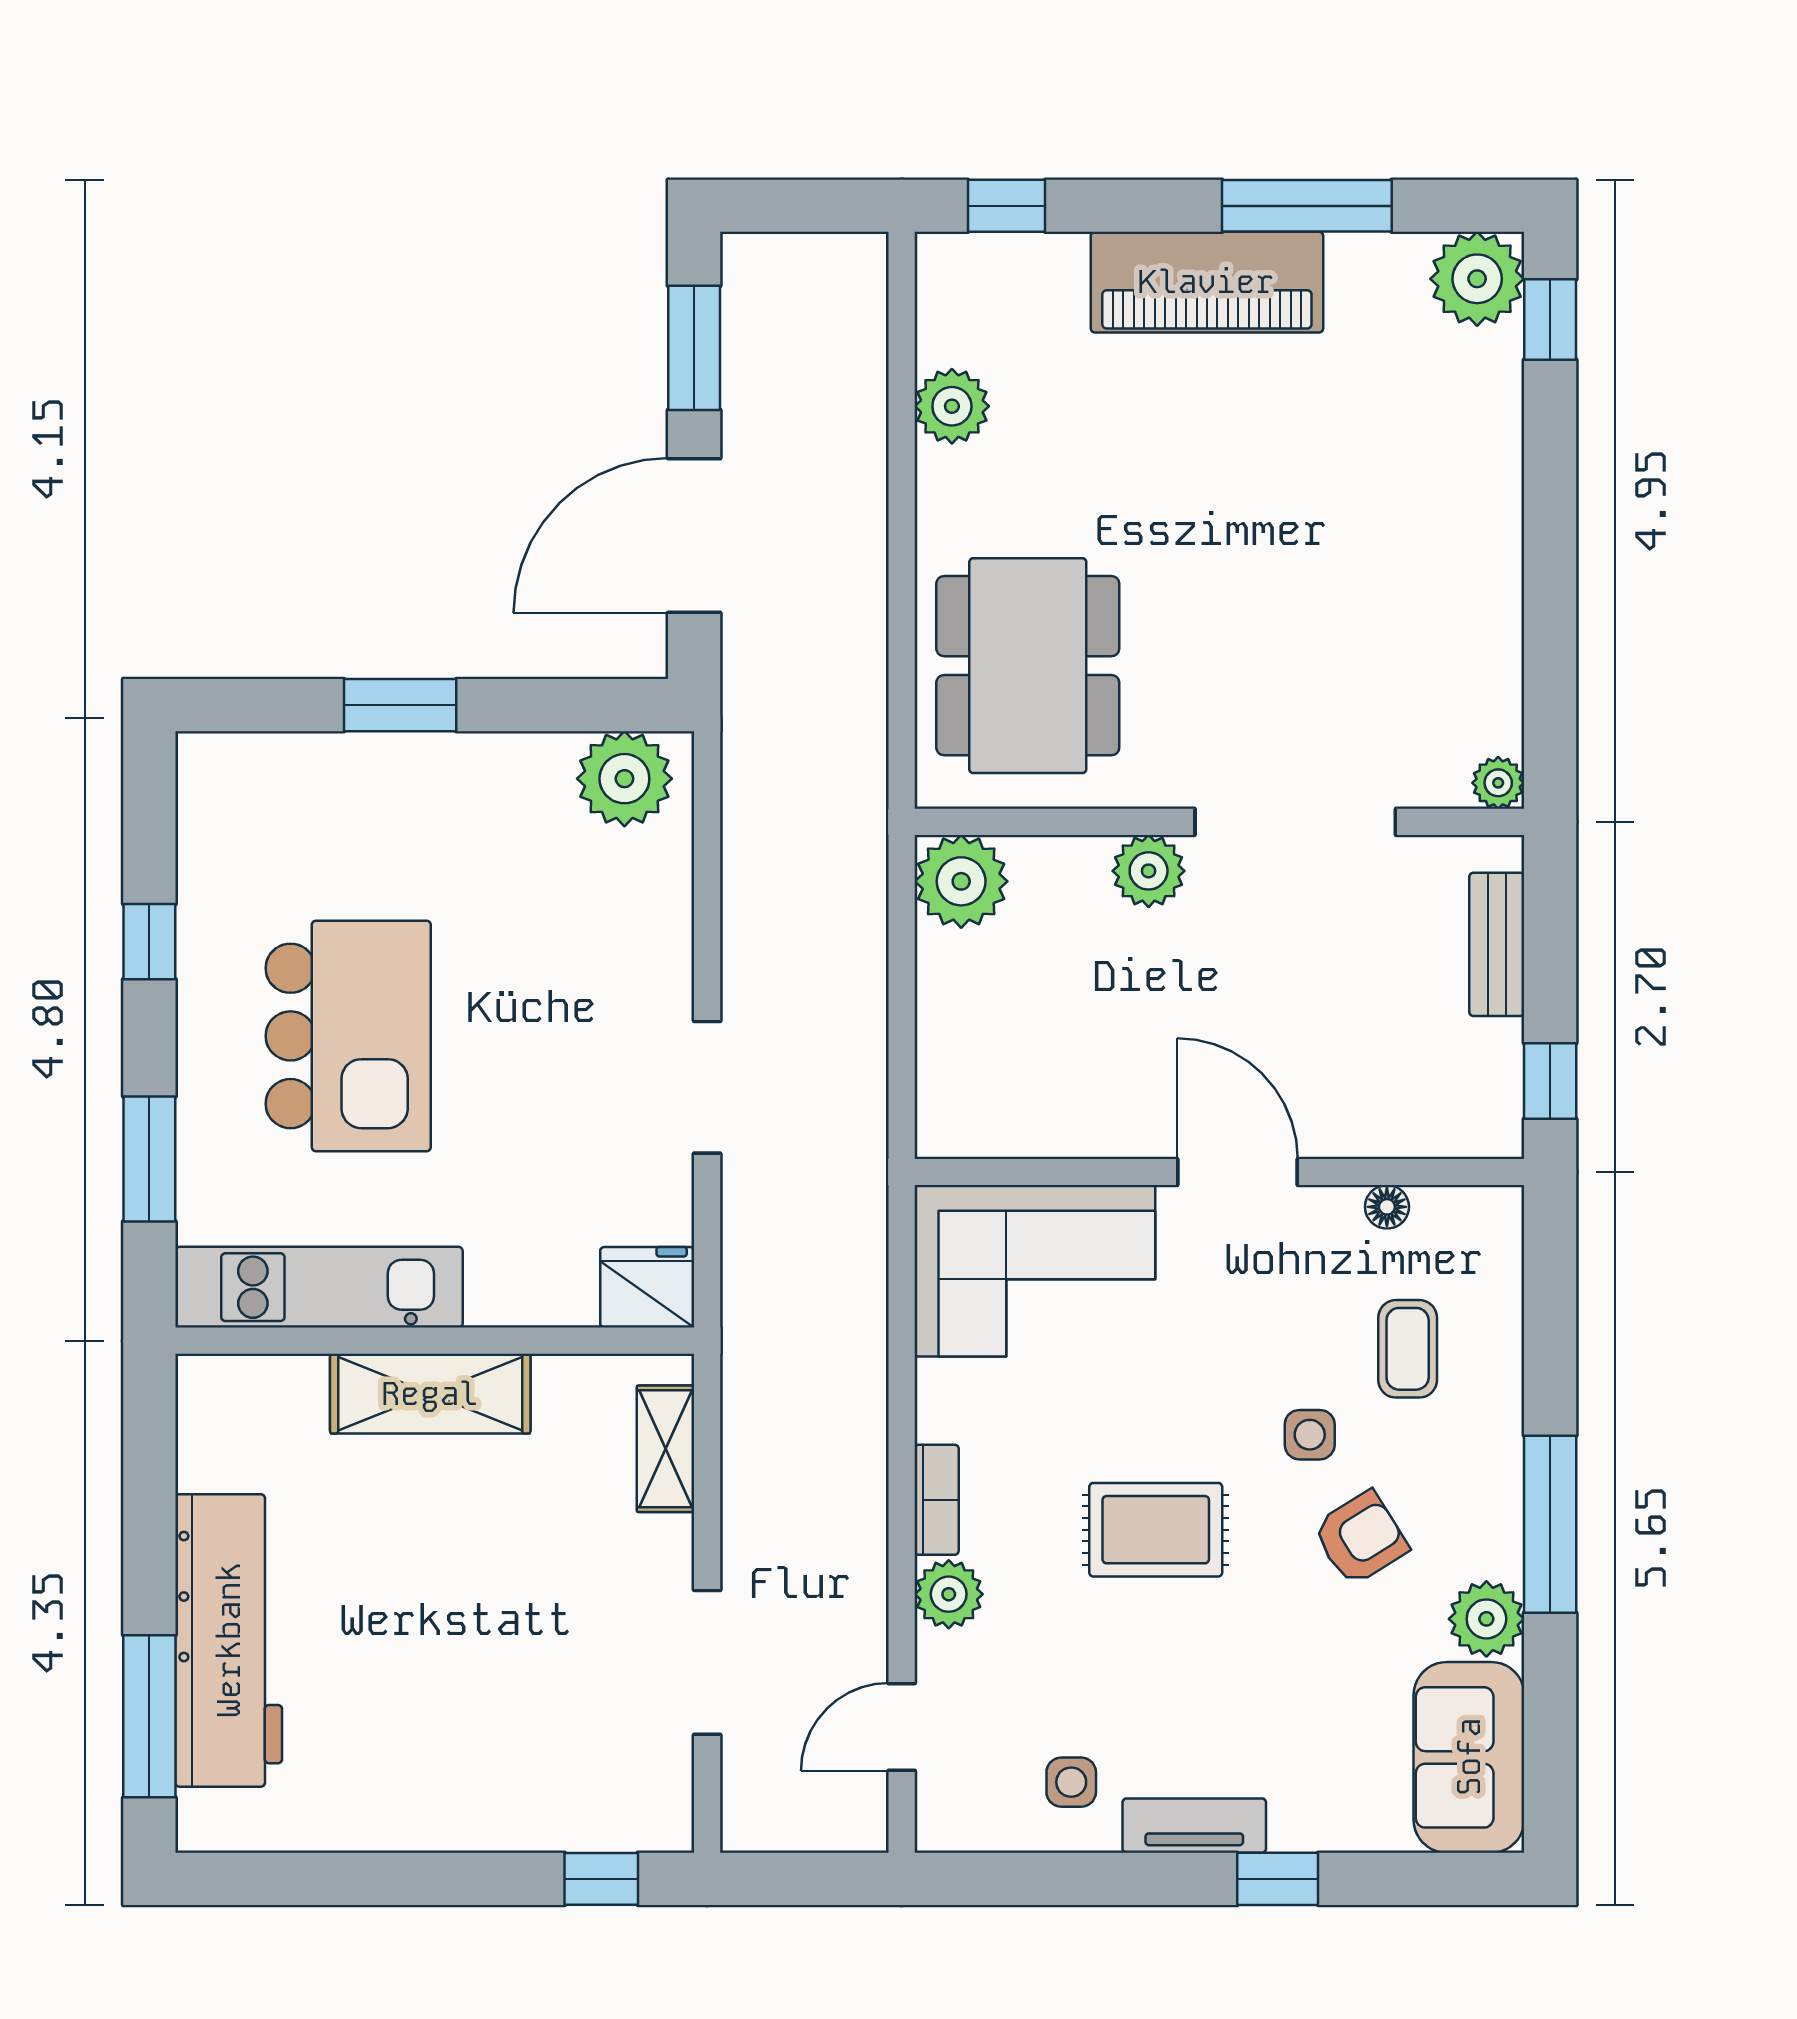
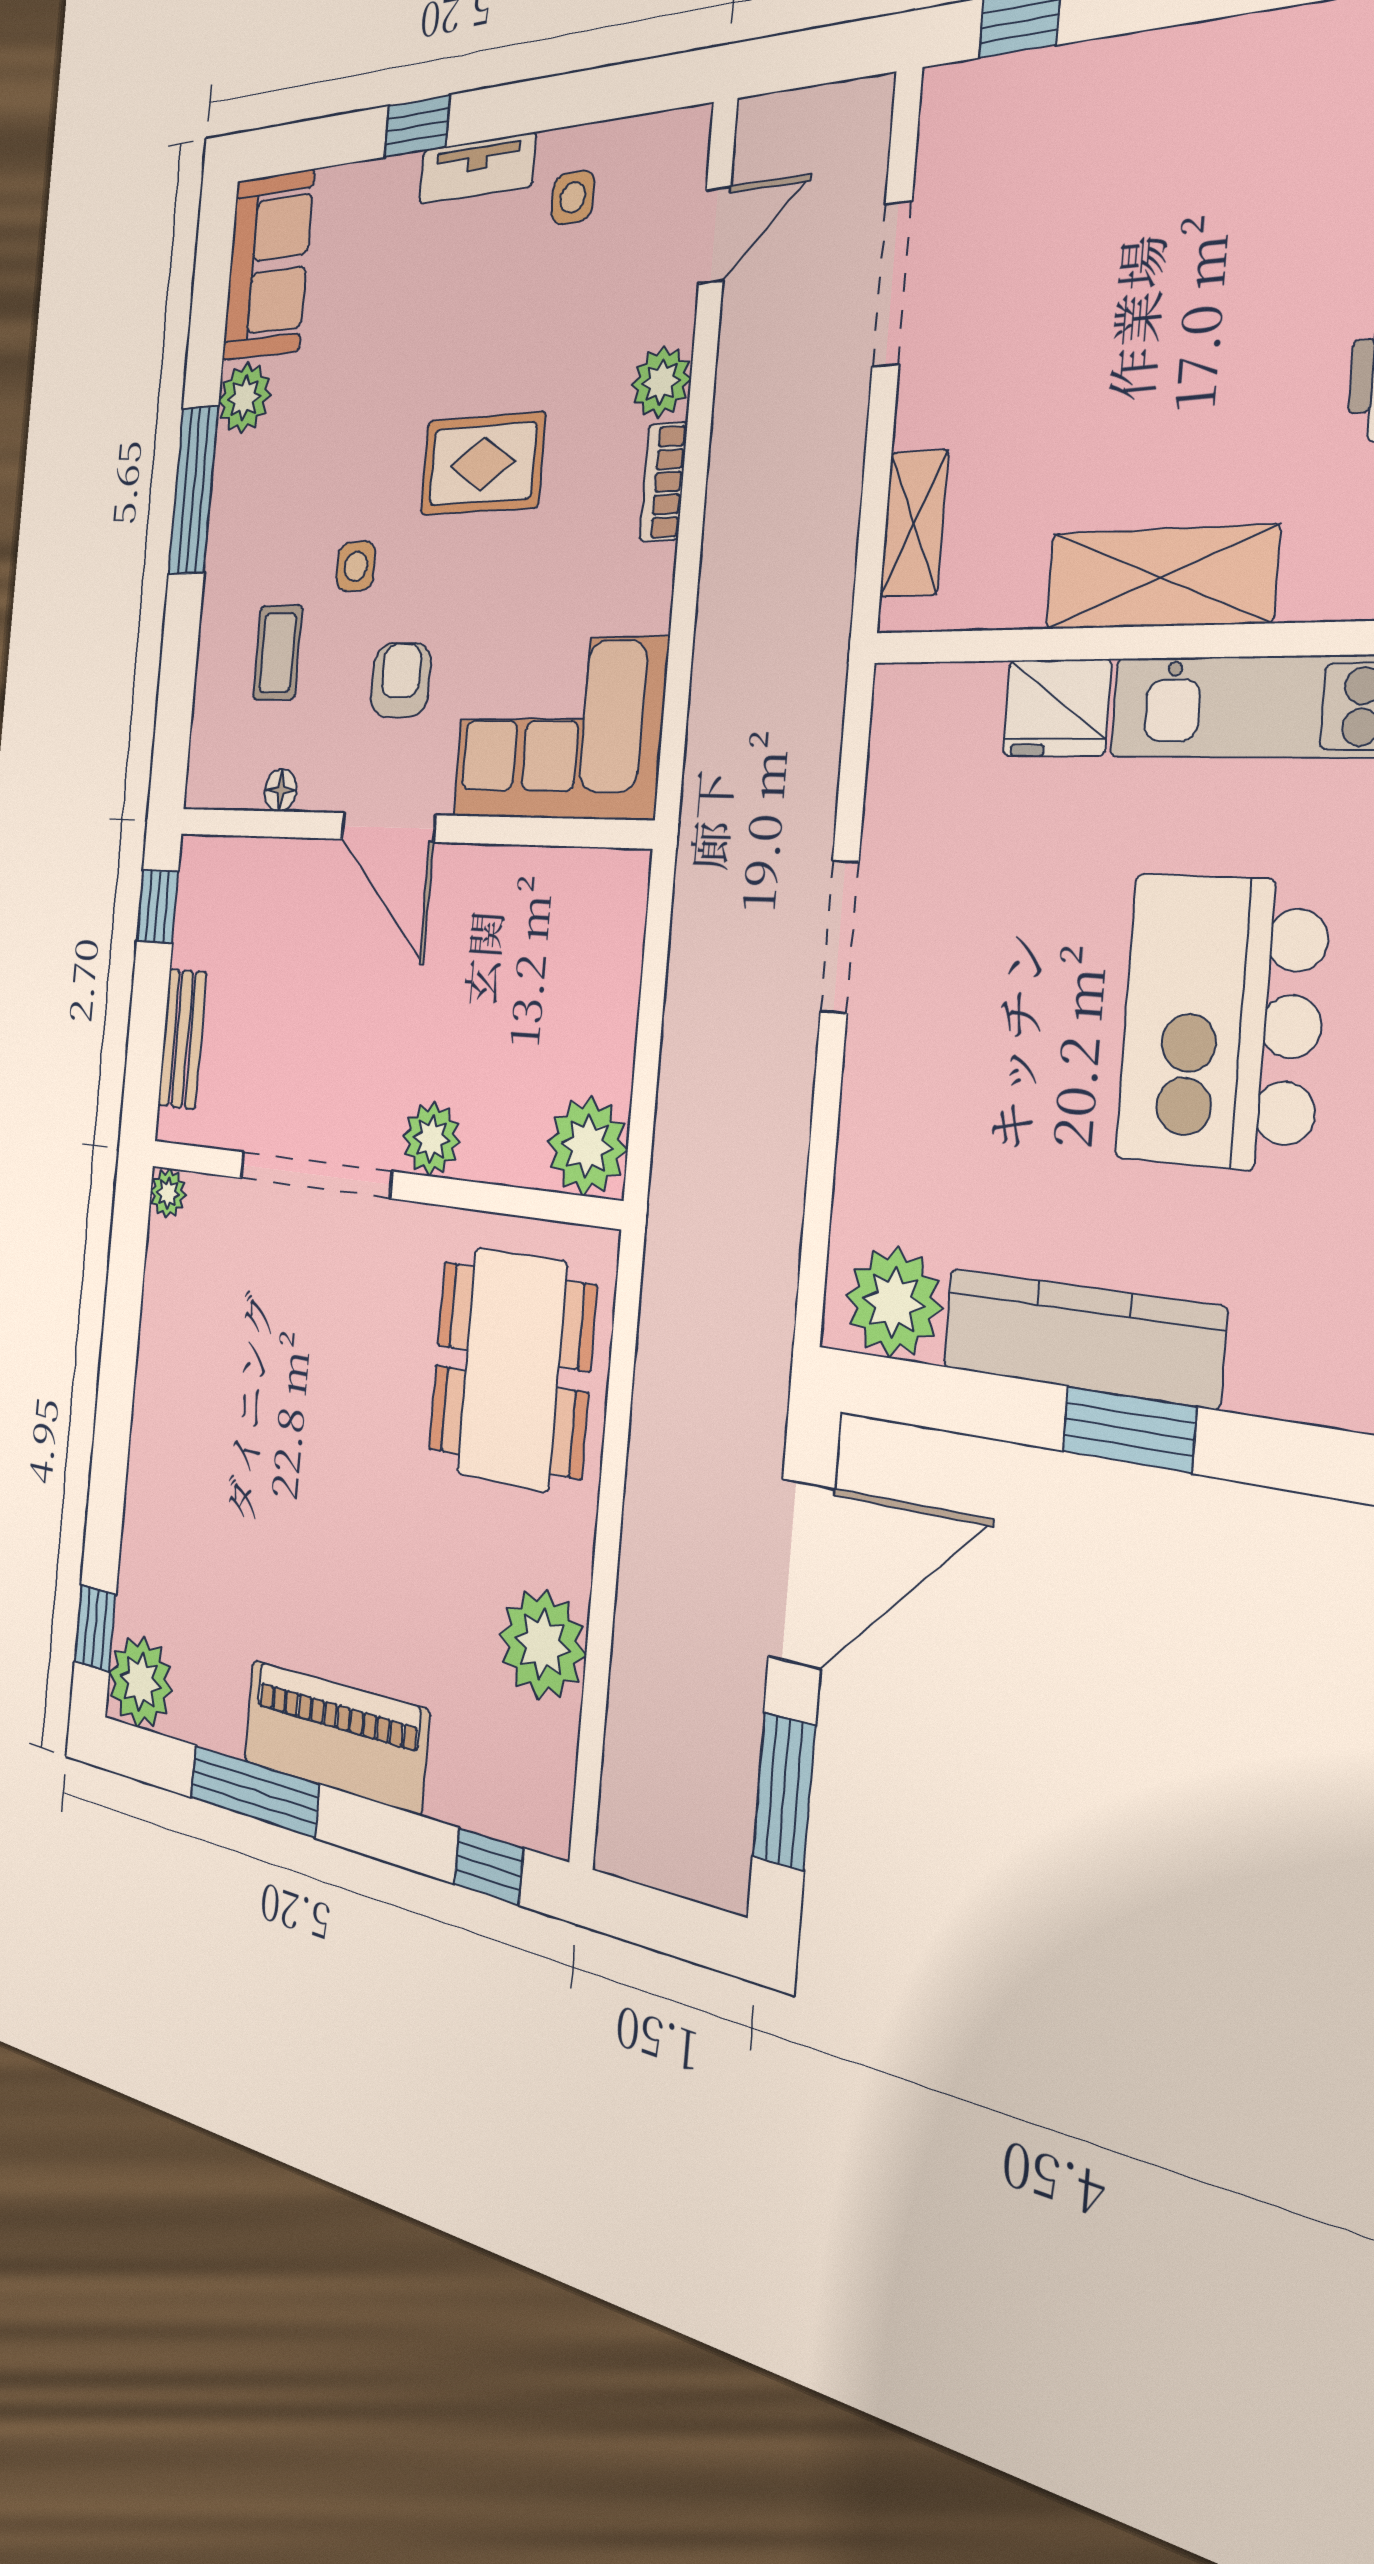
plant: (952, 406) -> (542, 1644), width x1.36, depth x1.36
kitchen counter: (448, 772) -> (1081, 1337), added
fridge: (647, 1287) -> (1057, 708), moved
armchair: (1361, 1538) -> (401, 680), moved, turned 122

